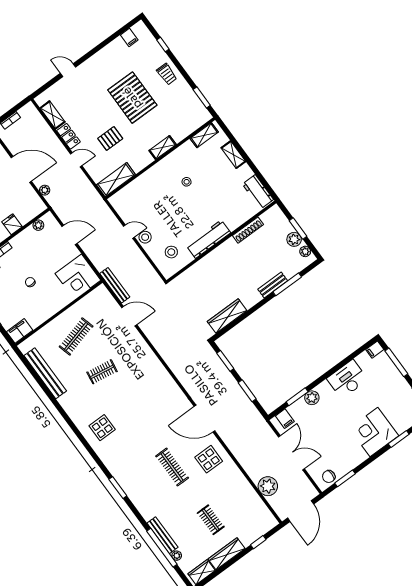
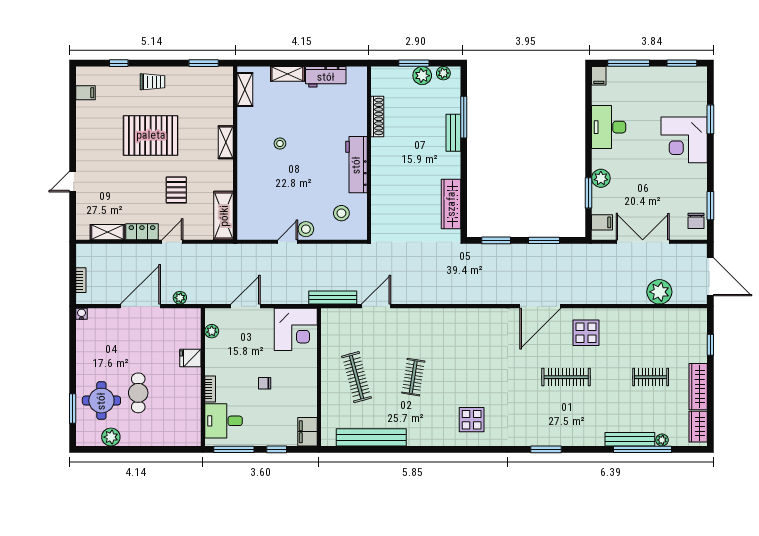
workbench: (258, 192) -> (326, 77), moved

